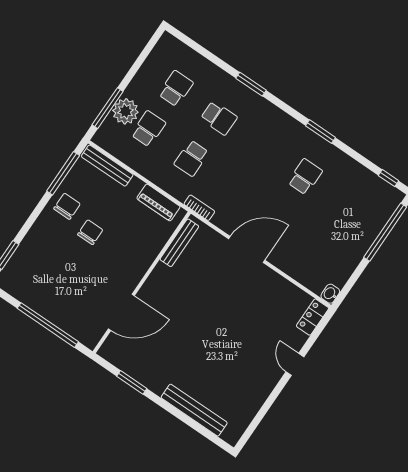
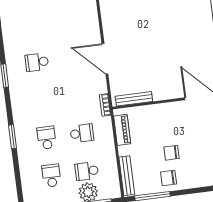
school desk: (176, 89) -> (51, 176), turned 90

